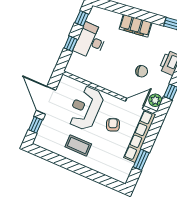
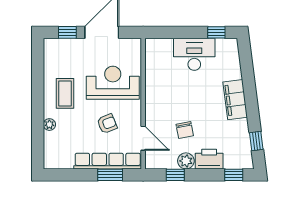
window: (71, 44) -> (181, 32), removed
plant: (155, 100) -> (186, 161), moved
window: (141, 160) -> (110, 175), moved
plant: (96, 166) -> (49, 125), added

